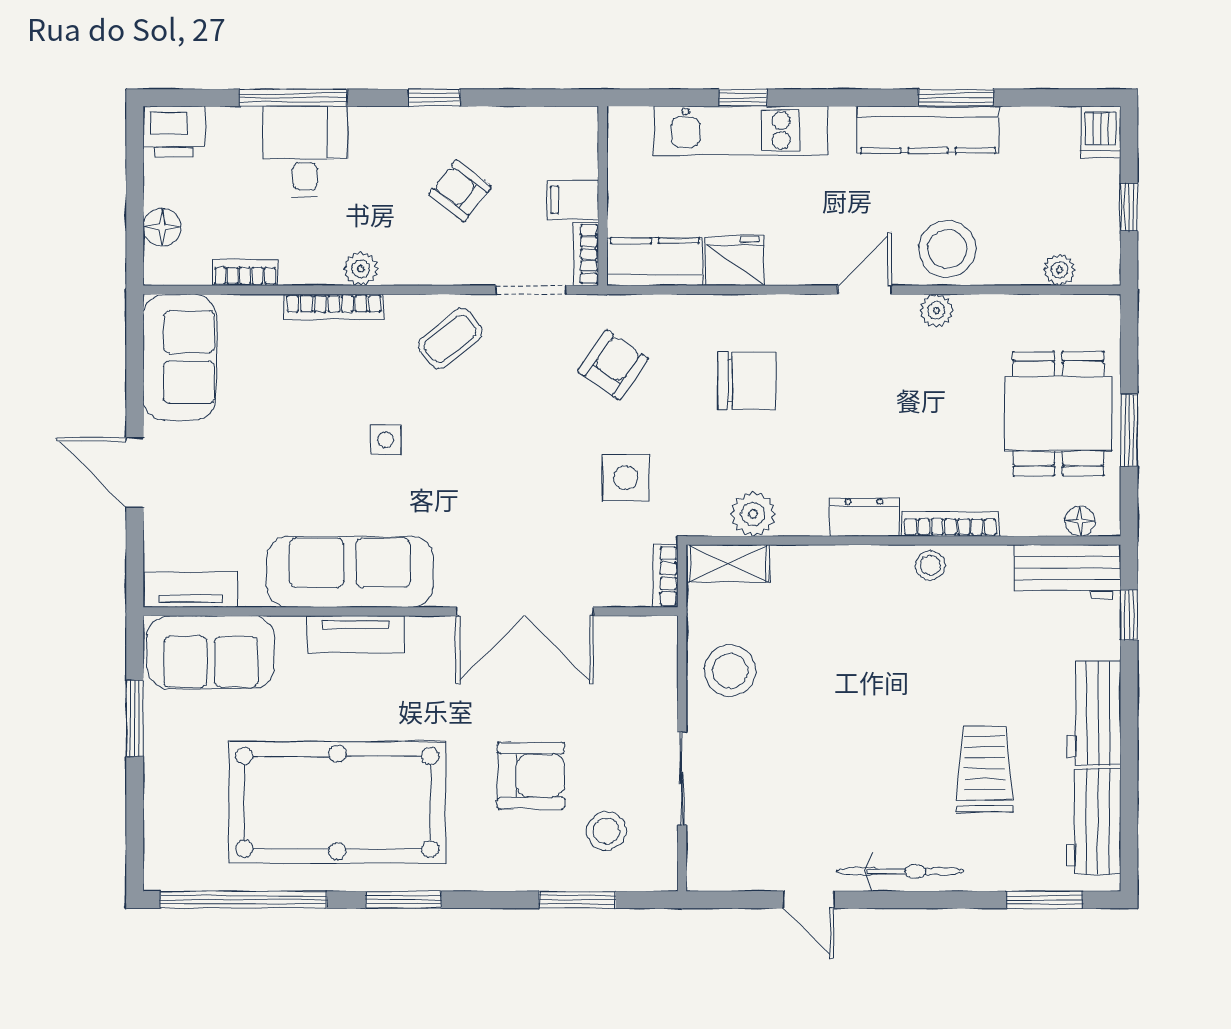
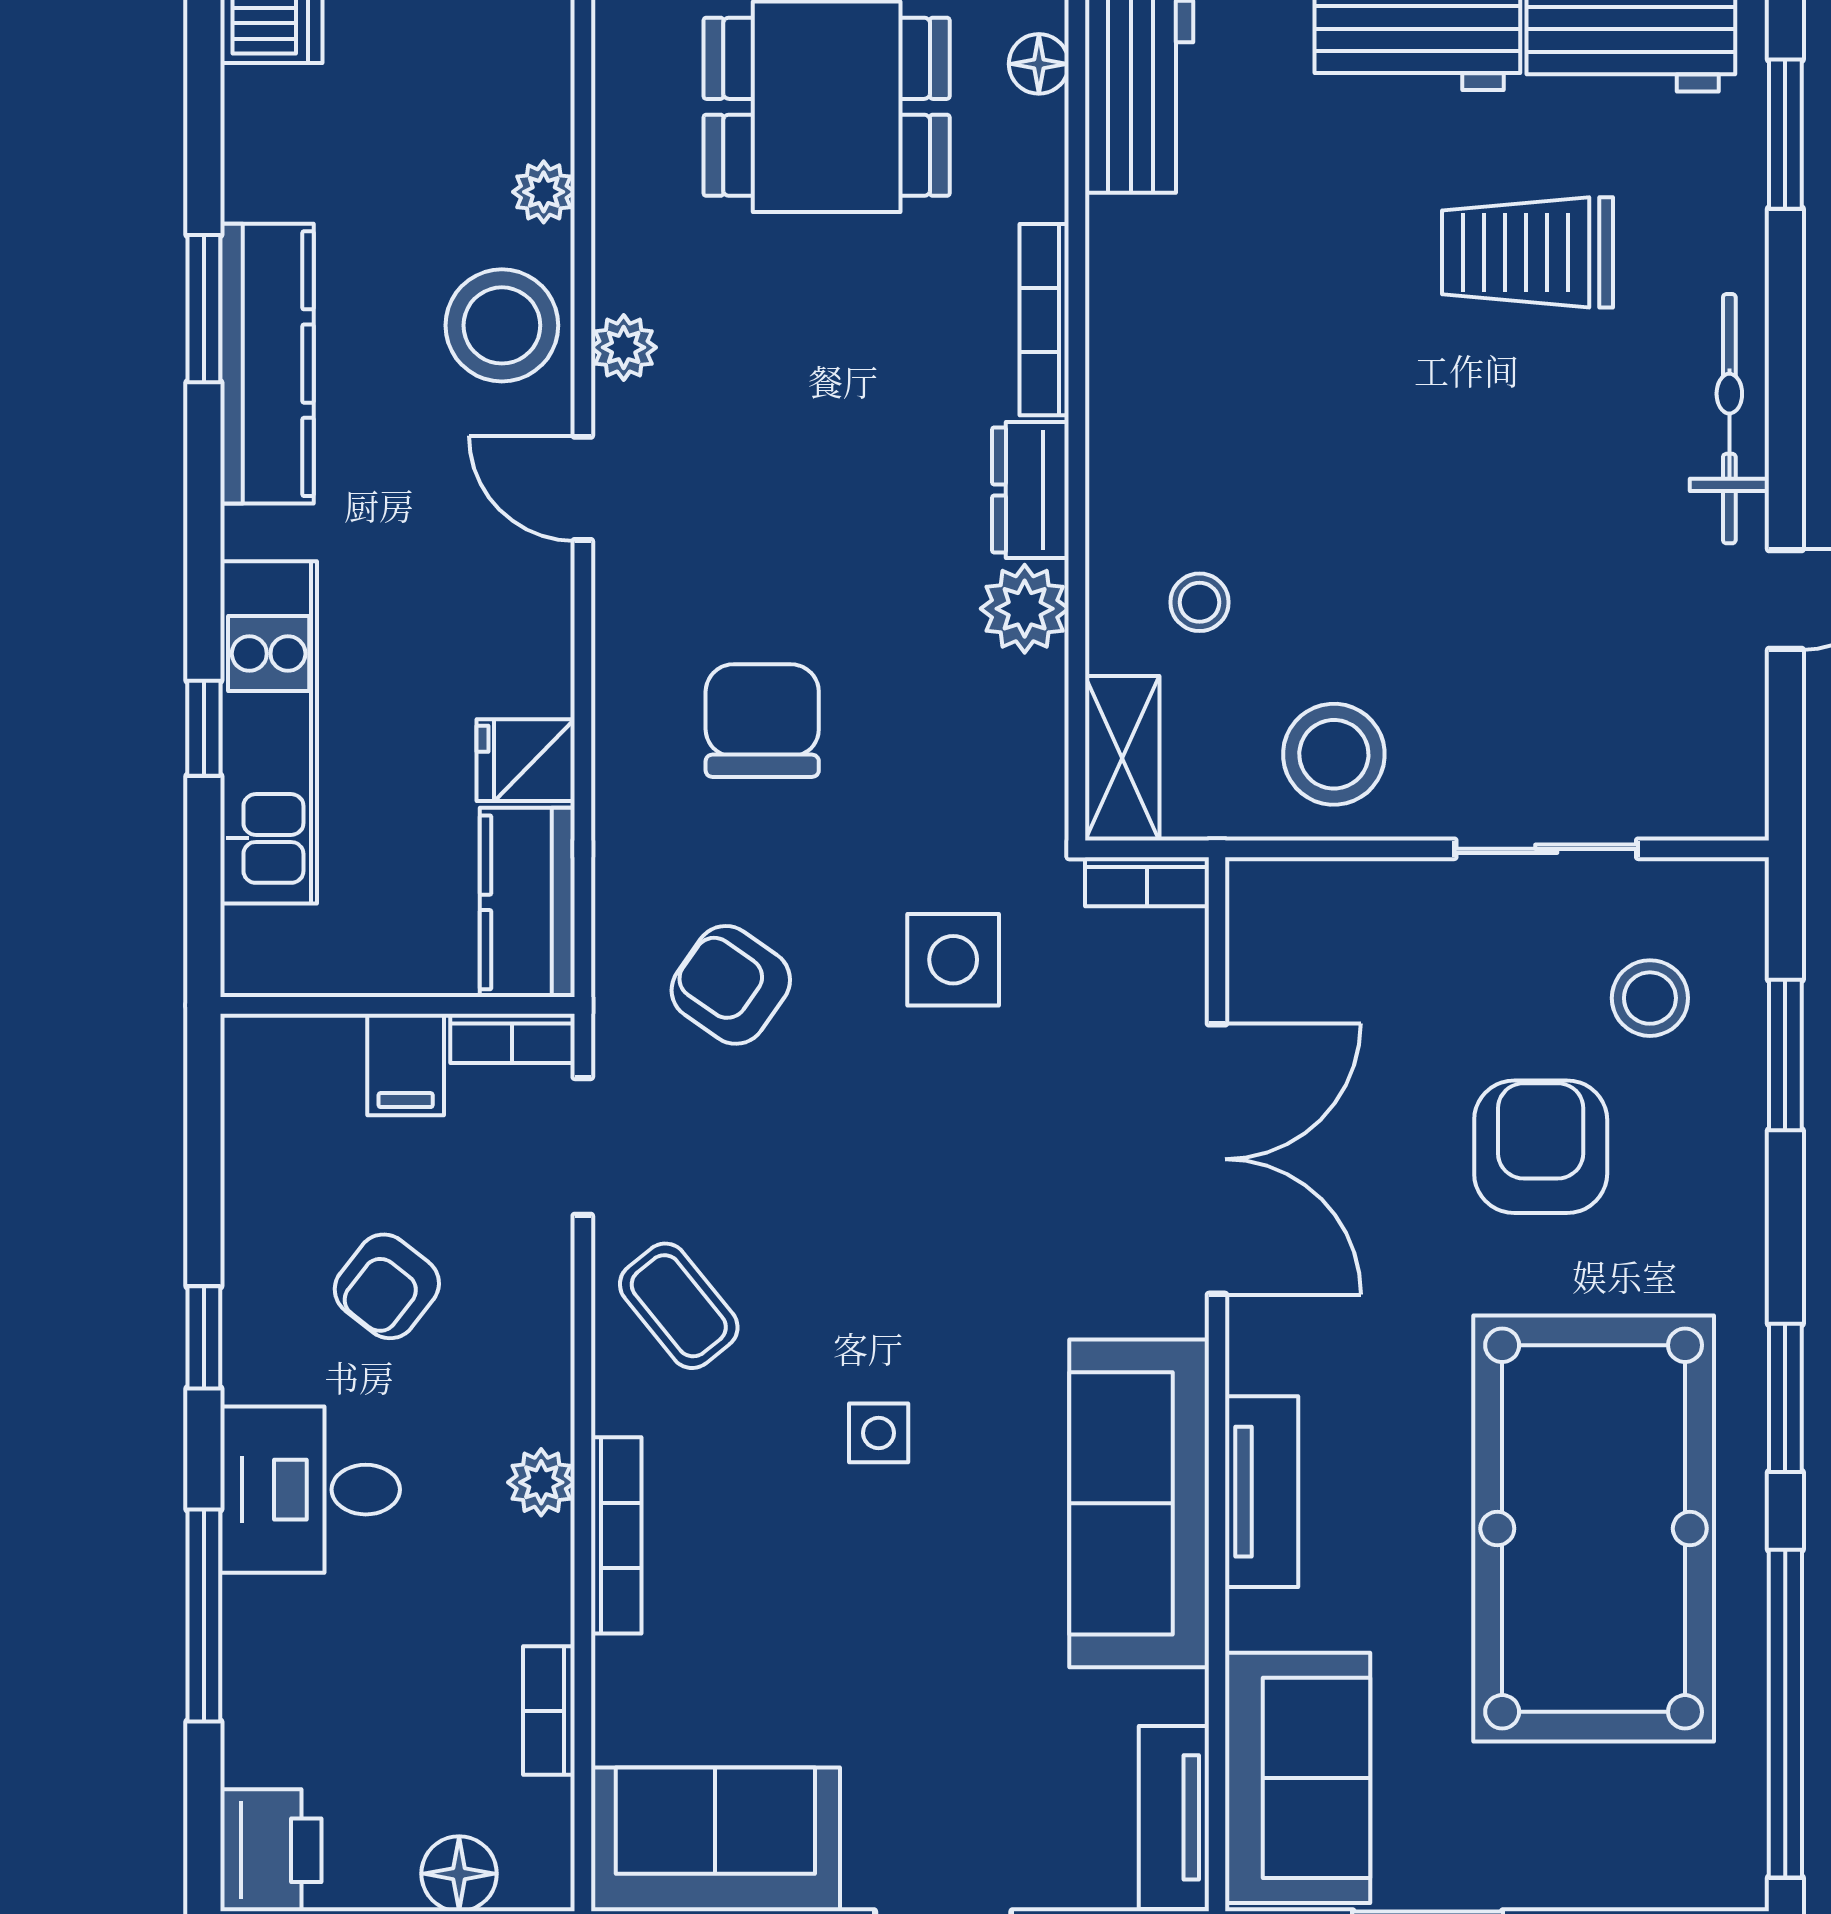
desk: (305, 152) -> (310, 1490), moved
fridge: (735, 261) -> (526, 760), width x0.72
plant: (1059, 270) -> (544, 192), moved
plant: (753, 514) -> (1025, 609), moved
stool: (930, 565) -> (1200, 602), moved

